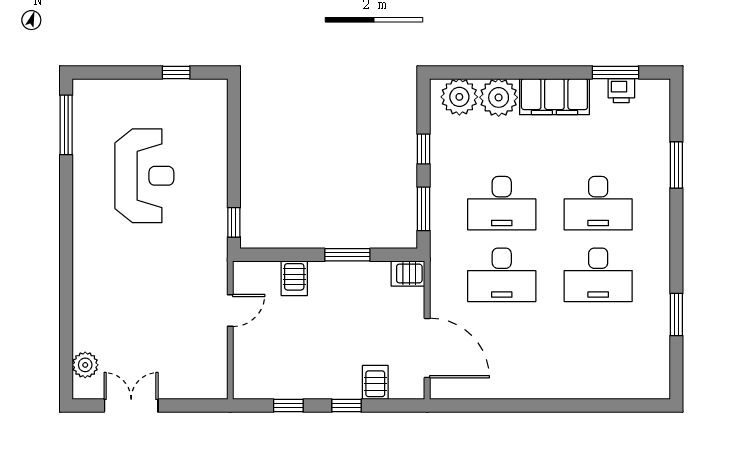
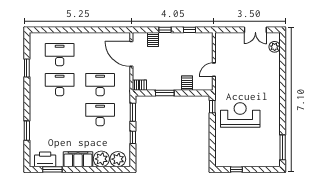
printer: (621, 91) -> (45, 159), width x1.87, depth x1.48
reception desk: (144, 176) -> (240, 115), moved, turned 90
desk: (598, 203) -> (60, 55), moved

